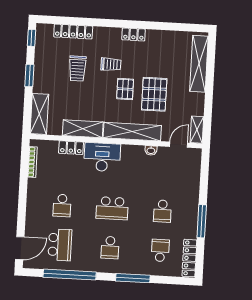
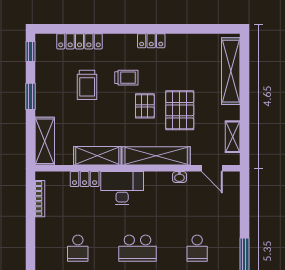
shelving: (197, 130) -> (233, 137), moved
door: (179, 145) -> (212, 168), swing flipped

